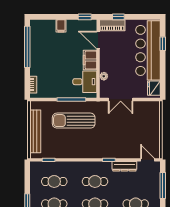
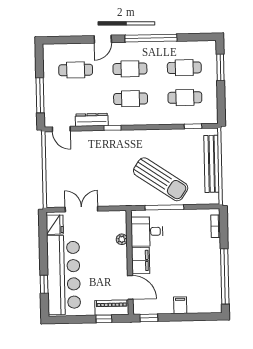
double door: (121, 99) -> (81, 209), moved
sun lounger: (74, 121) -> (161, 179), turned 34

